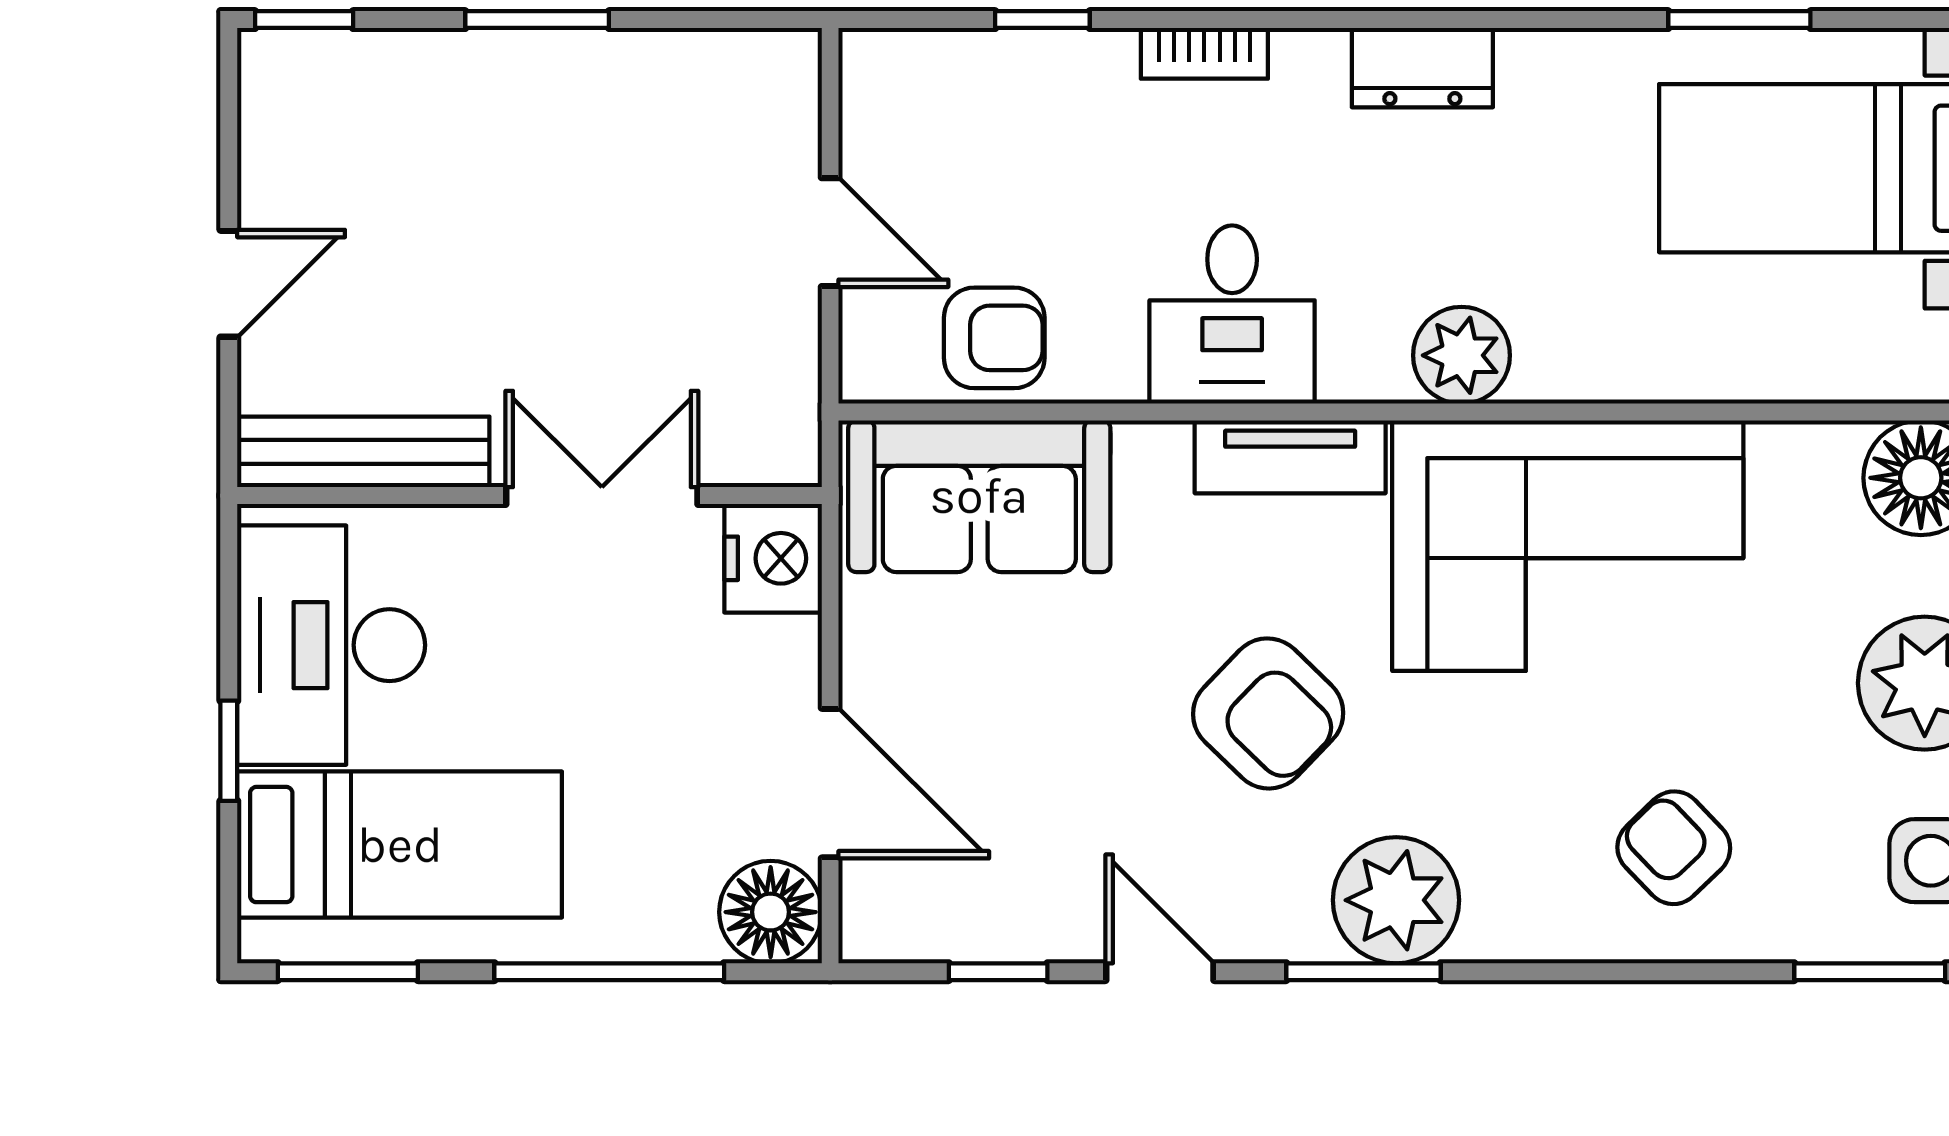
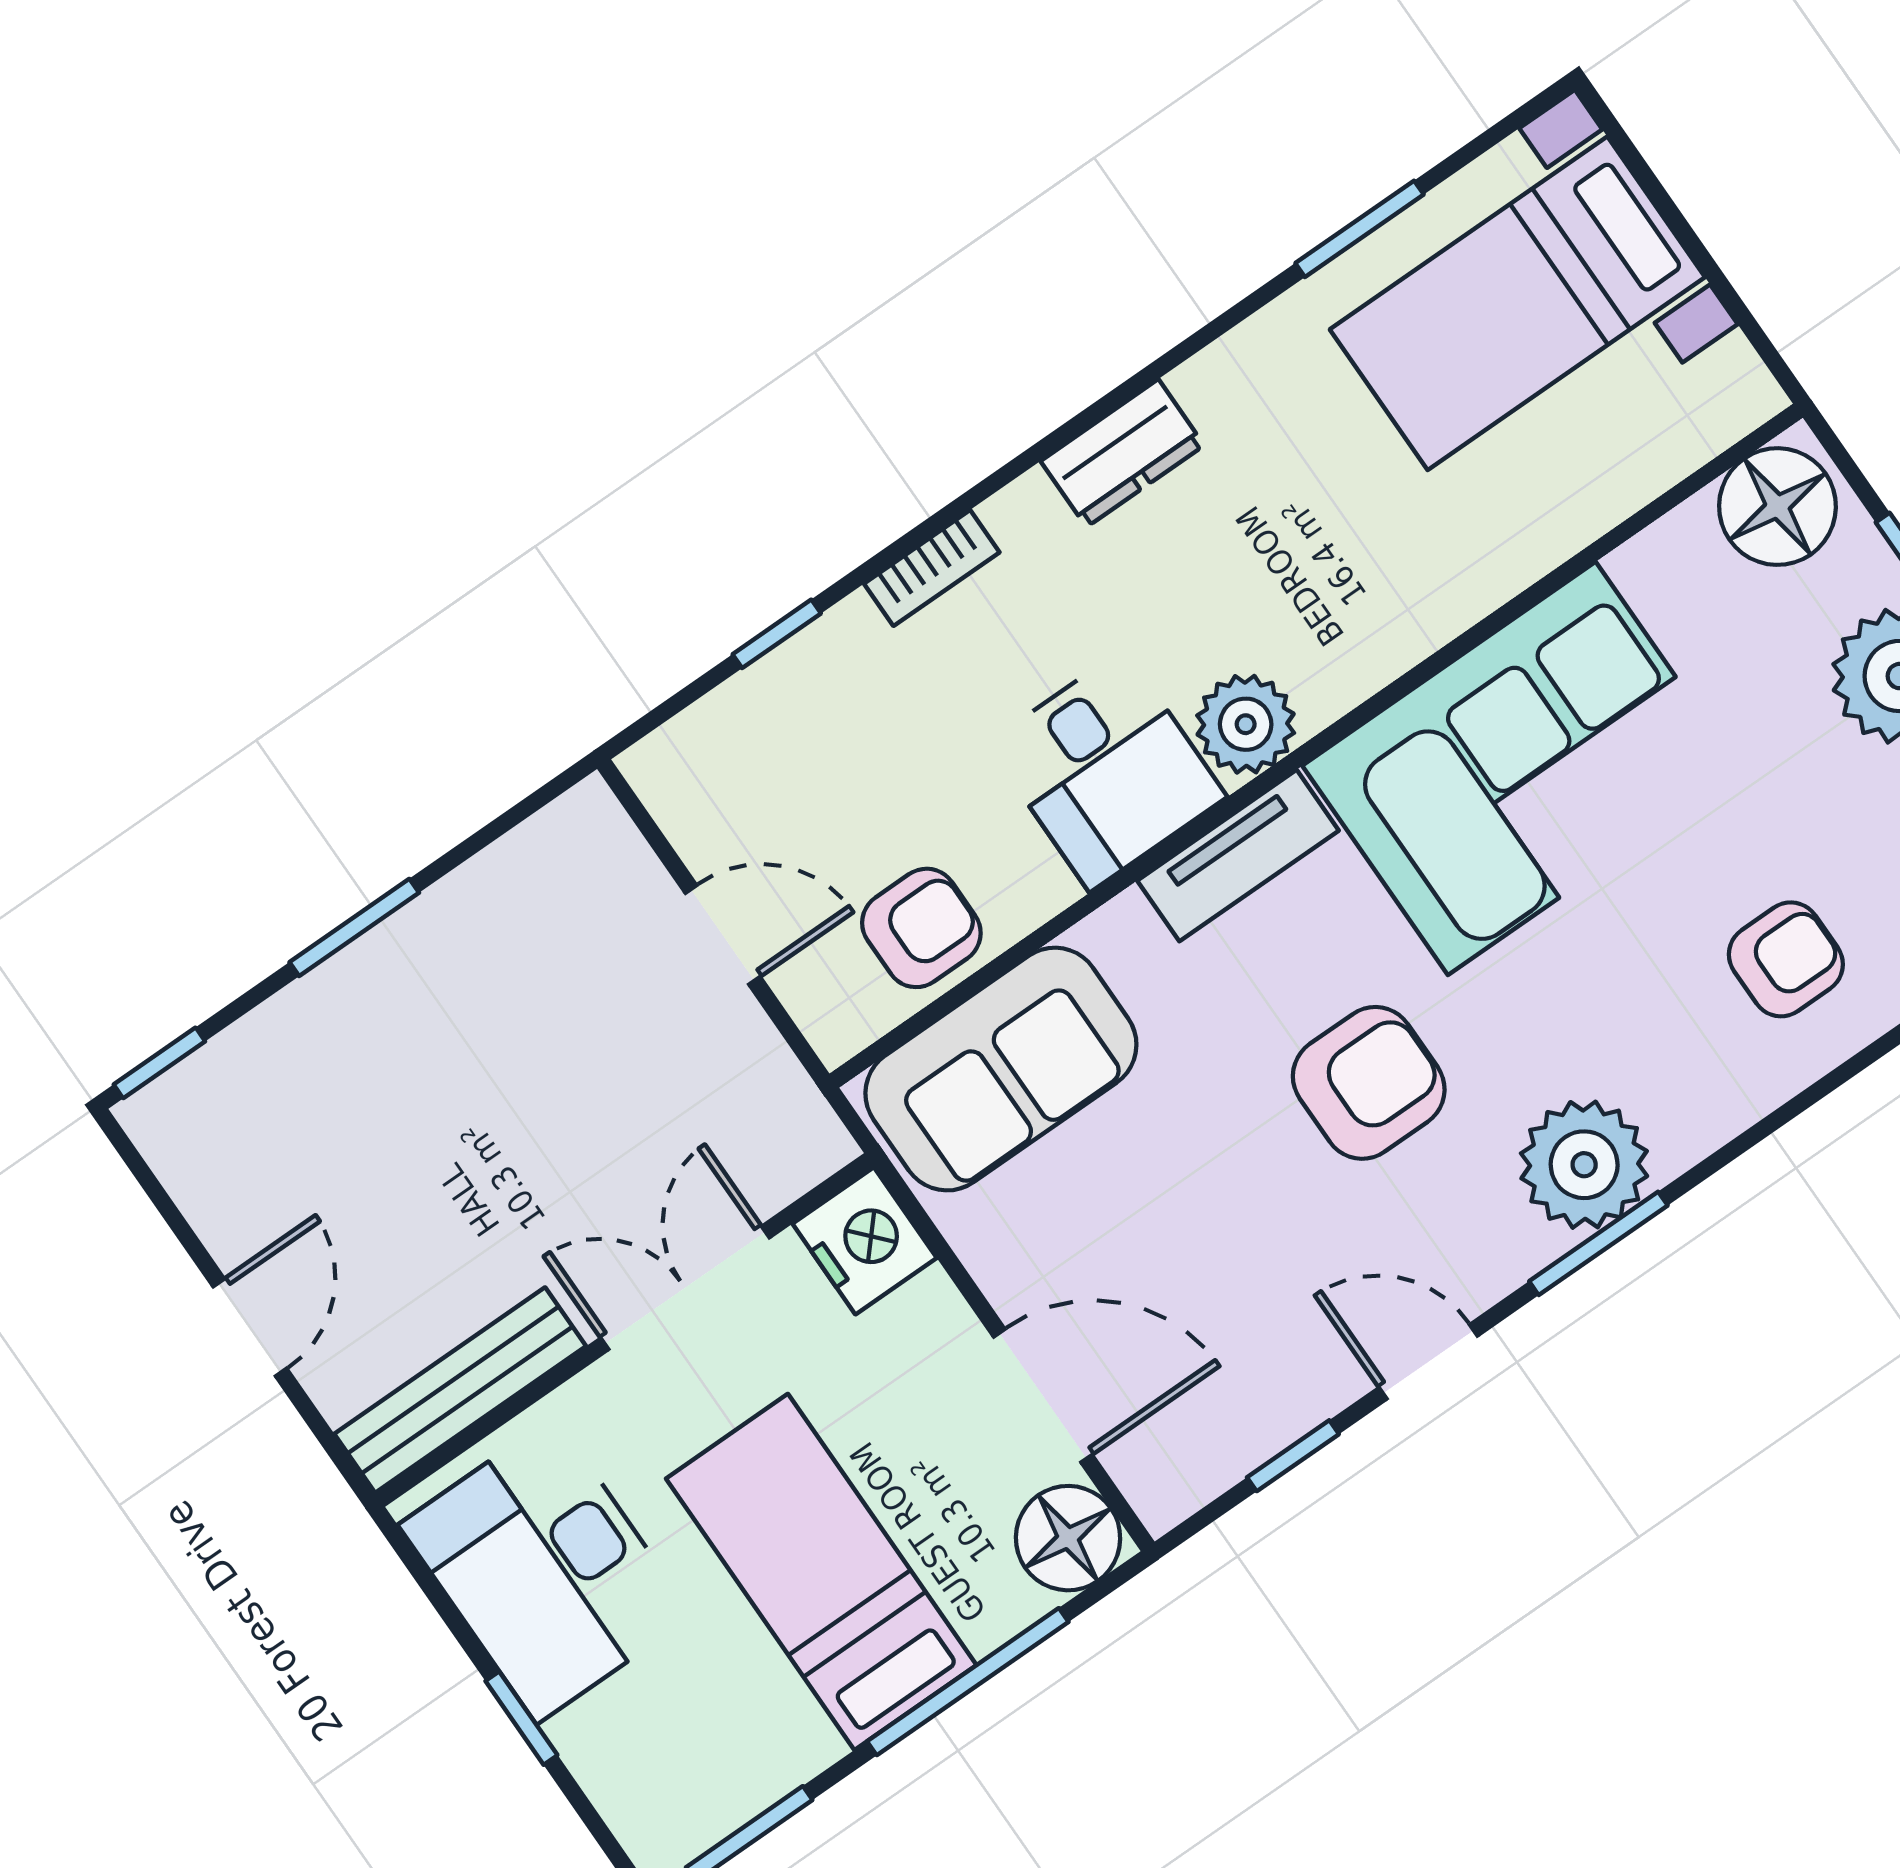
plant: (1462, 355) -> (1246, 724), moved
armchair: (1268, 713) -> (1369, 1083), turned -44
bed: (400, 845) -> (821, 1572), moved, turned -90
armchair: (1674, 848) -> (1786, 959), turned 134

